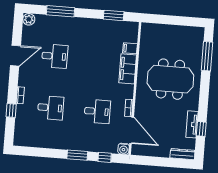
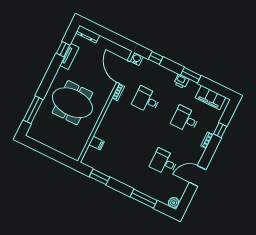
filing cabinet: (128, 69) -> (210, 97), moved, turned 90
printer: (70, 144) -> (181, 81), added
window: (77, 155) -> (191, 75), moved

